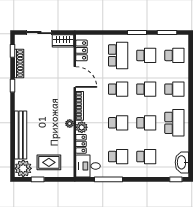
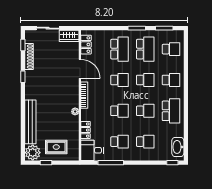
school desk: (146, 55) -> (145, 49), width x1.85
plant: (82, 127) -> (86, 115), removed

